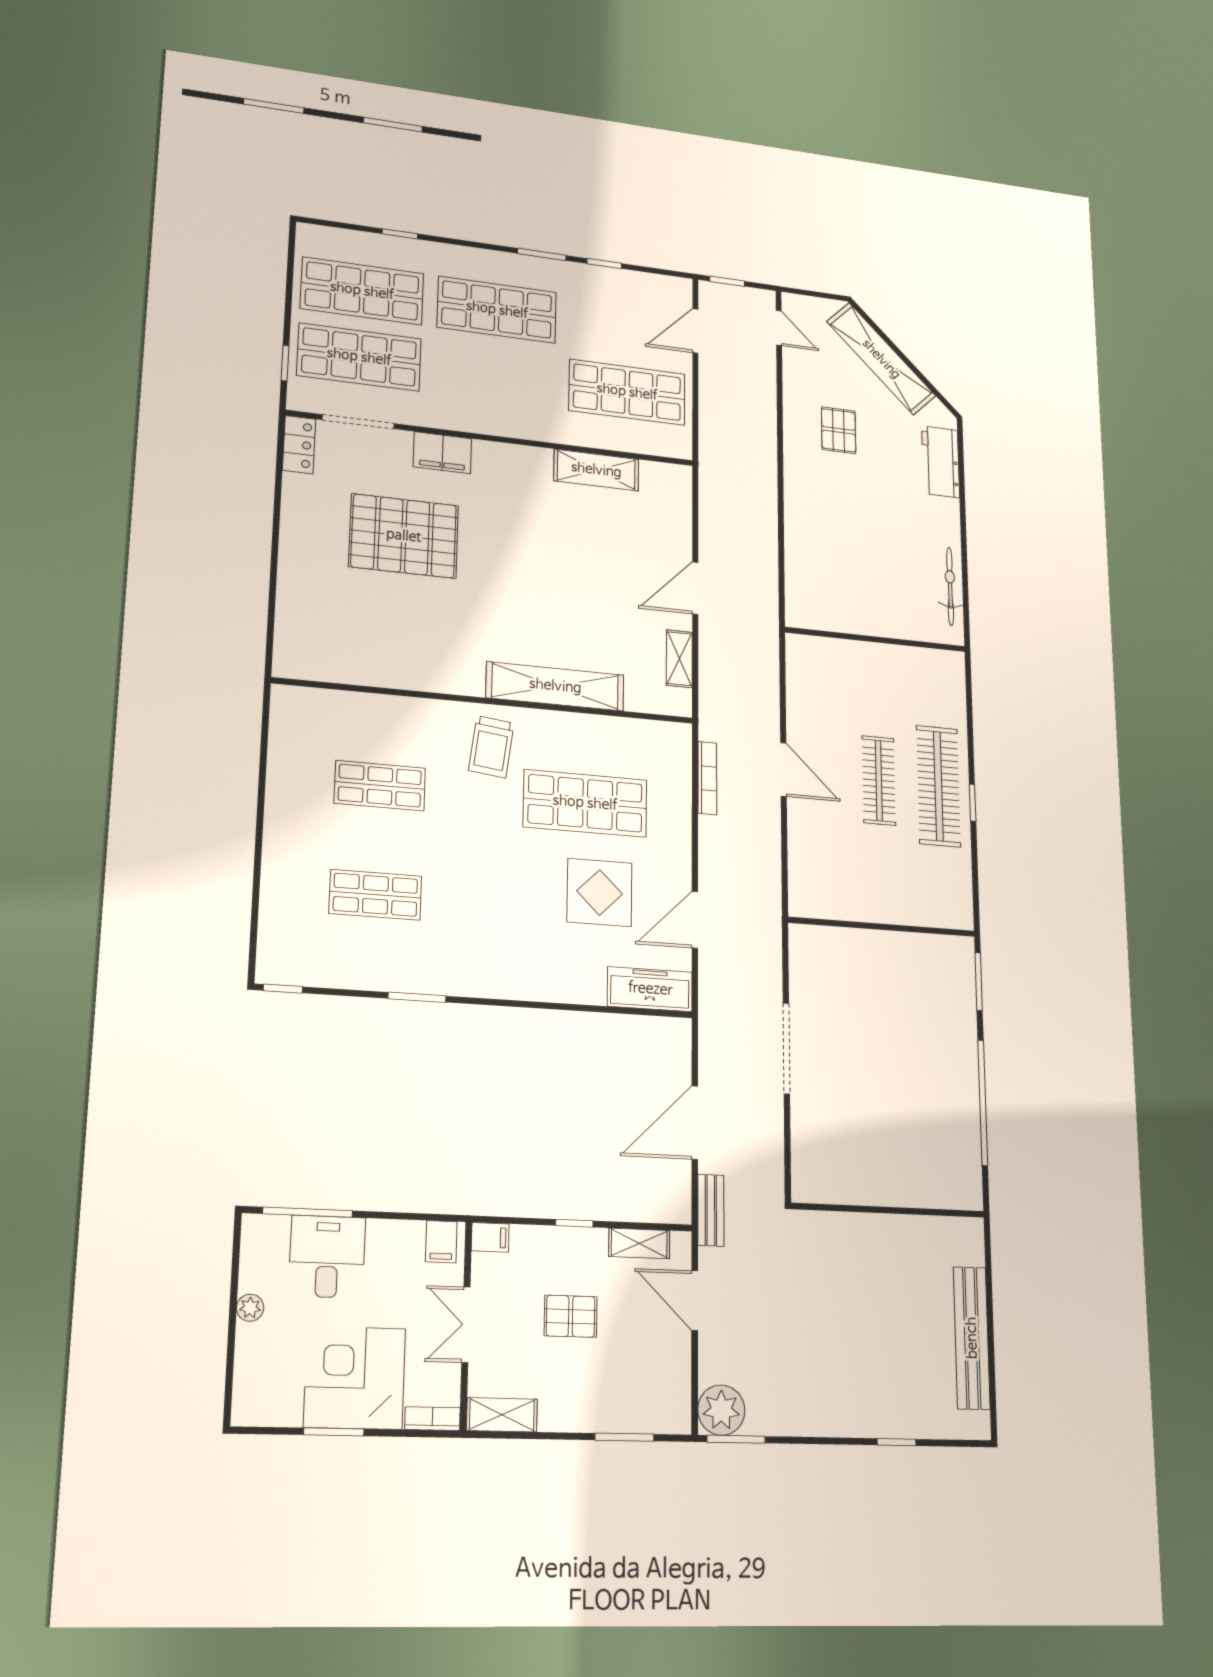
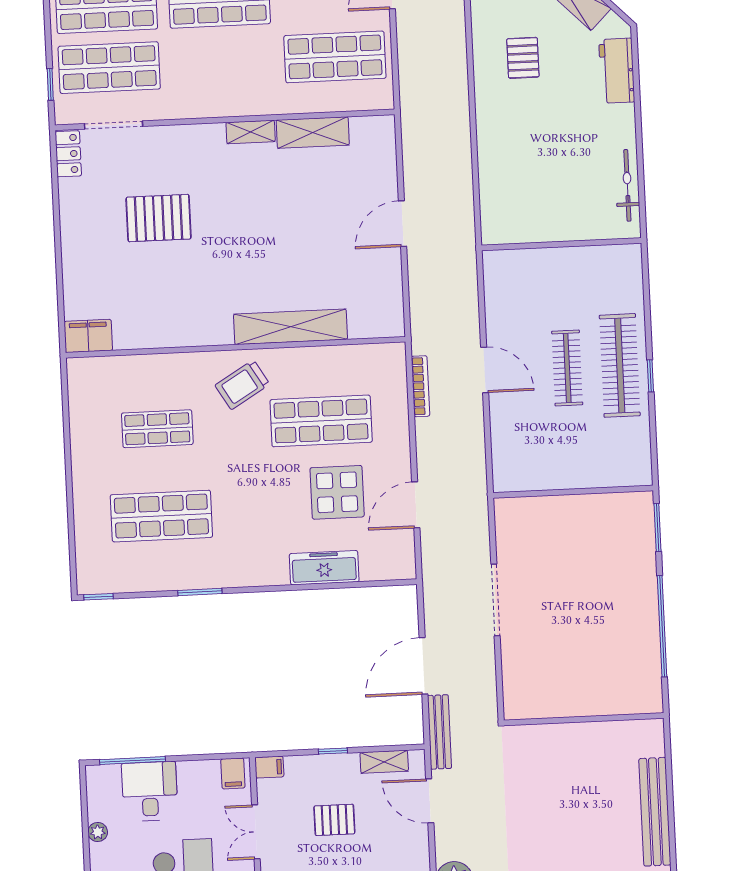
filing cabinet: (442, 453) -> (88, 336), moved, turned 180
pallet: (404, 536) -> (159, 218), width x0.73, depth x0.71
shelving: (679, 659) -> (251, 132), moved, turned 90
trolley: (491, 747) -> (242, 385), turned 52
shop shelf: (375, 895) -> (161, 516), width x1.43, depth x1.36
freezer: (650, 989) -> (324, 568), moved
bench: (711, 1210) -> (439, 732), width x1.36

